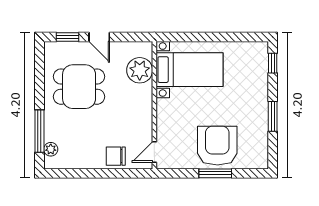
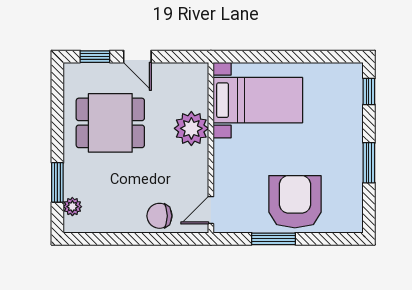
plant: (140, 70) -> (191, 128), moved
window: (39, 131) -> (57, 182), width x0.69
window: (215, 173) -> (273, 239), moved

